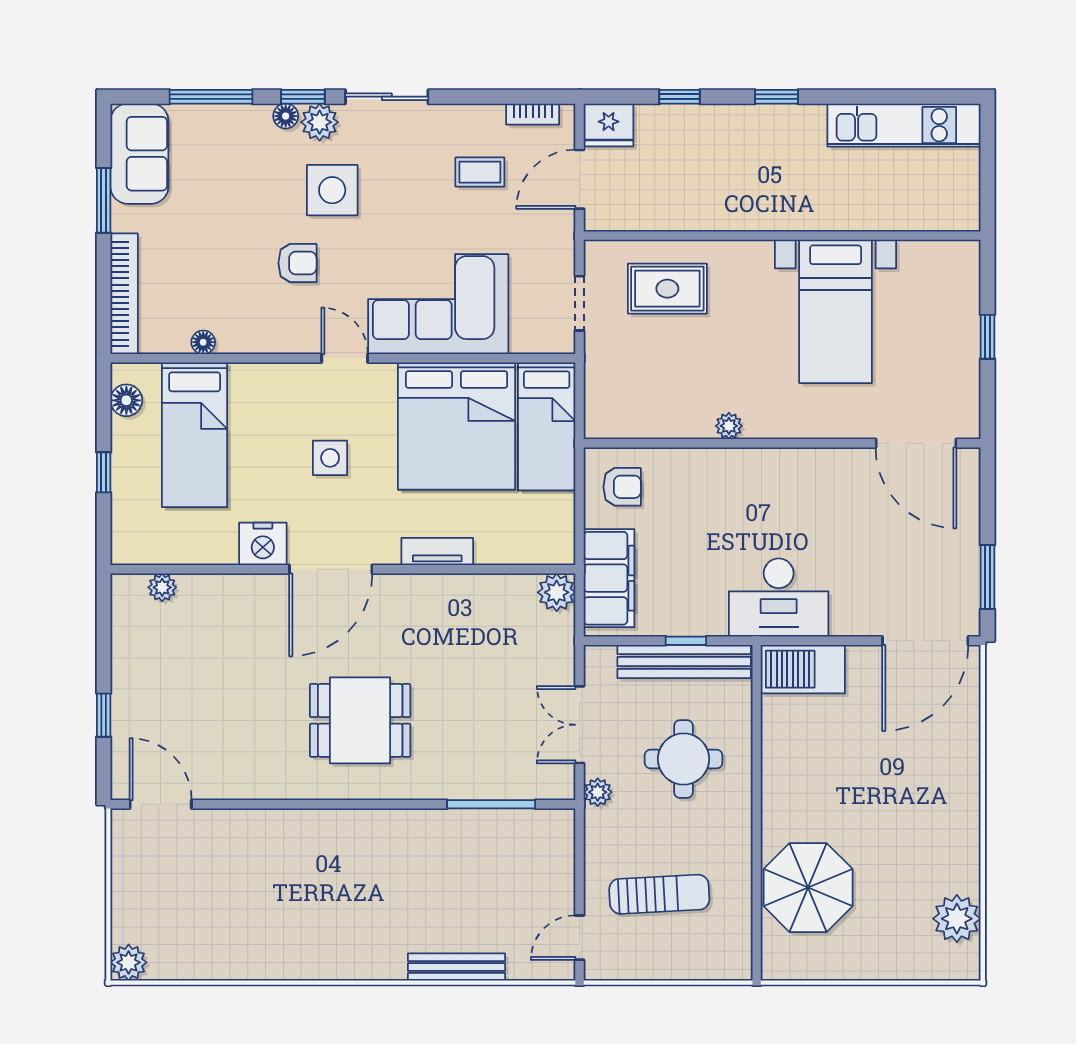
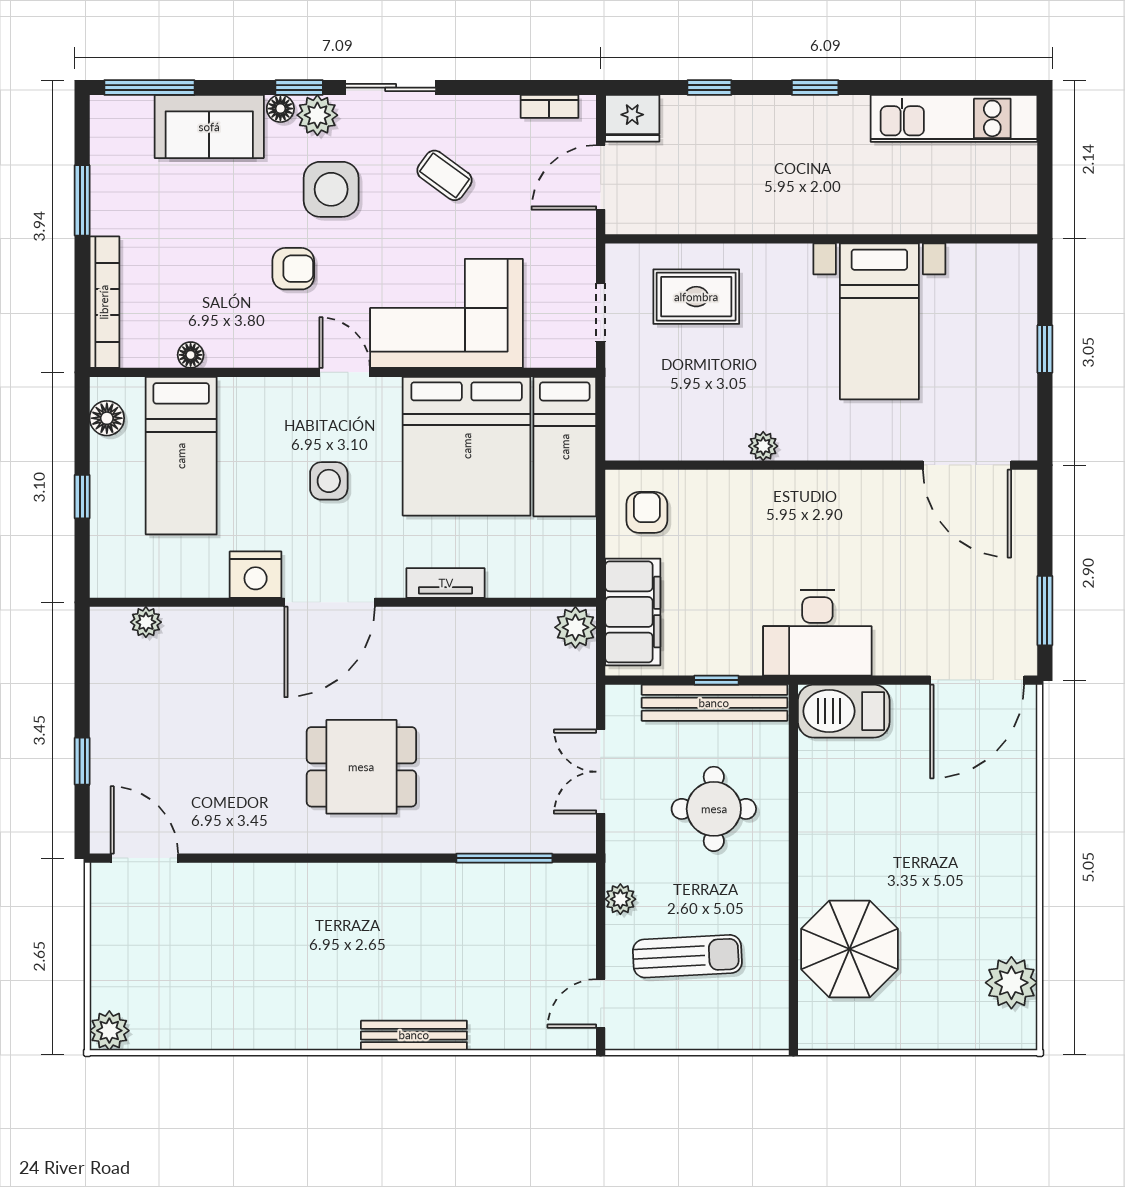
window: (211, 97) -> (149, 88), moved
sofa: (139, 154) -> (209, 127), moved, turned 90
coffee table: (480, 172) -> (445, 175), moved, turned 36
armchair: (622, 487) -> (647, 512), turned -90
plant: (598, 792) -> (620, 899), moved
bench: (456, 967) -> (414, 1035), moved

